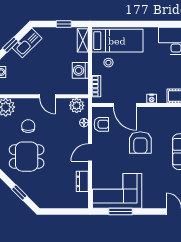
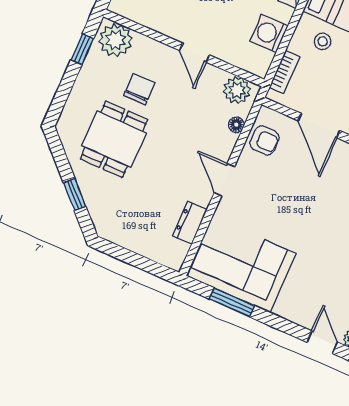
armchair: (140, 143) -> (317, 200), removed
door: (90, 152) -> (224, 180), hinge flipped
dining table: (27, 157) -> (114, 139), turned 90

